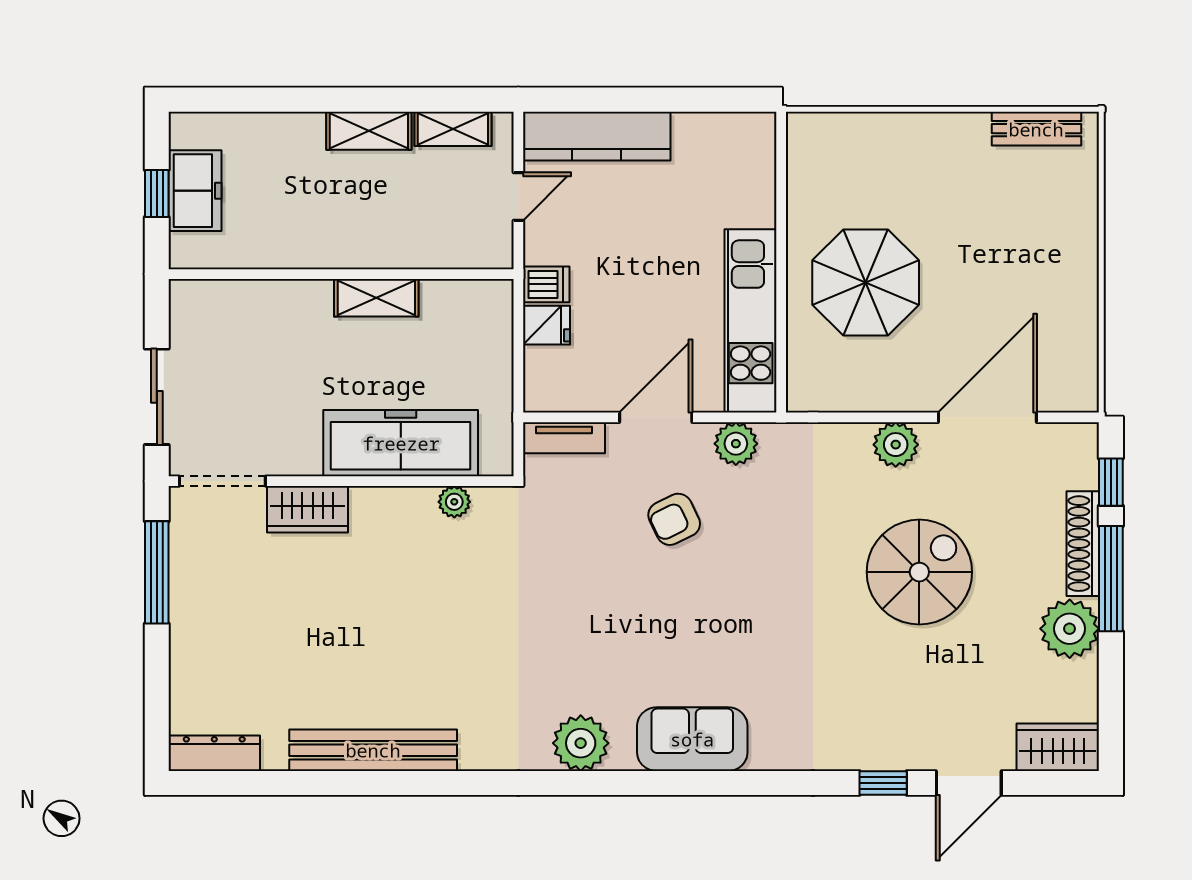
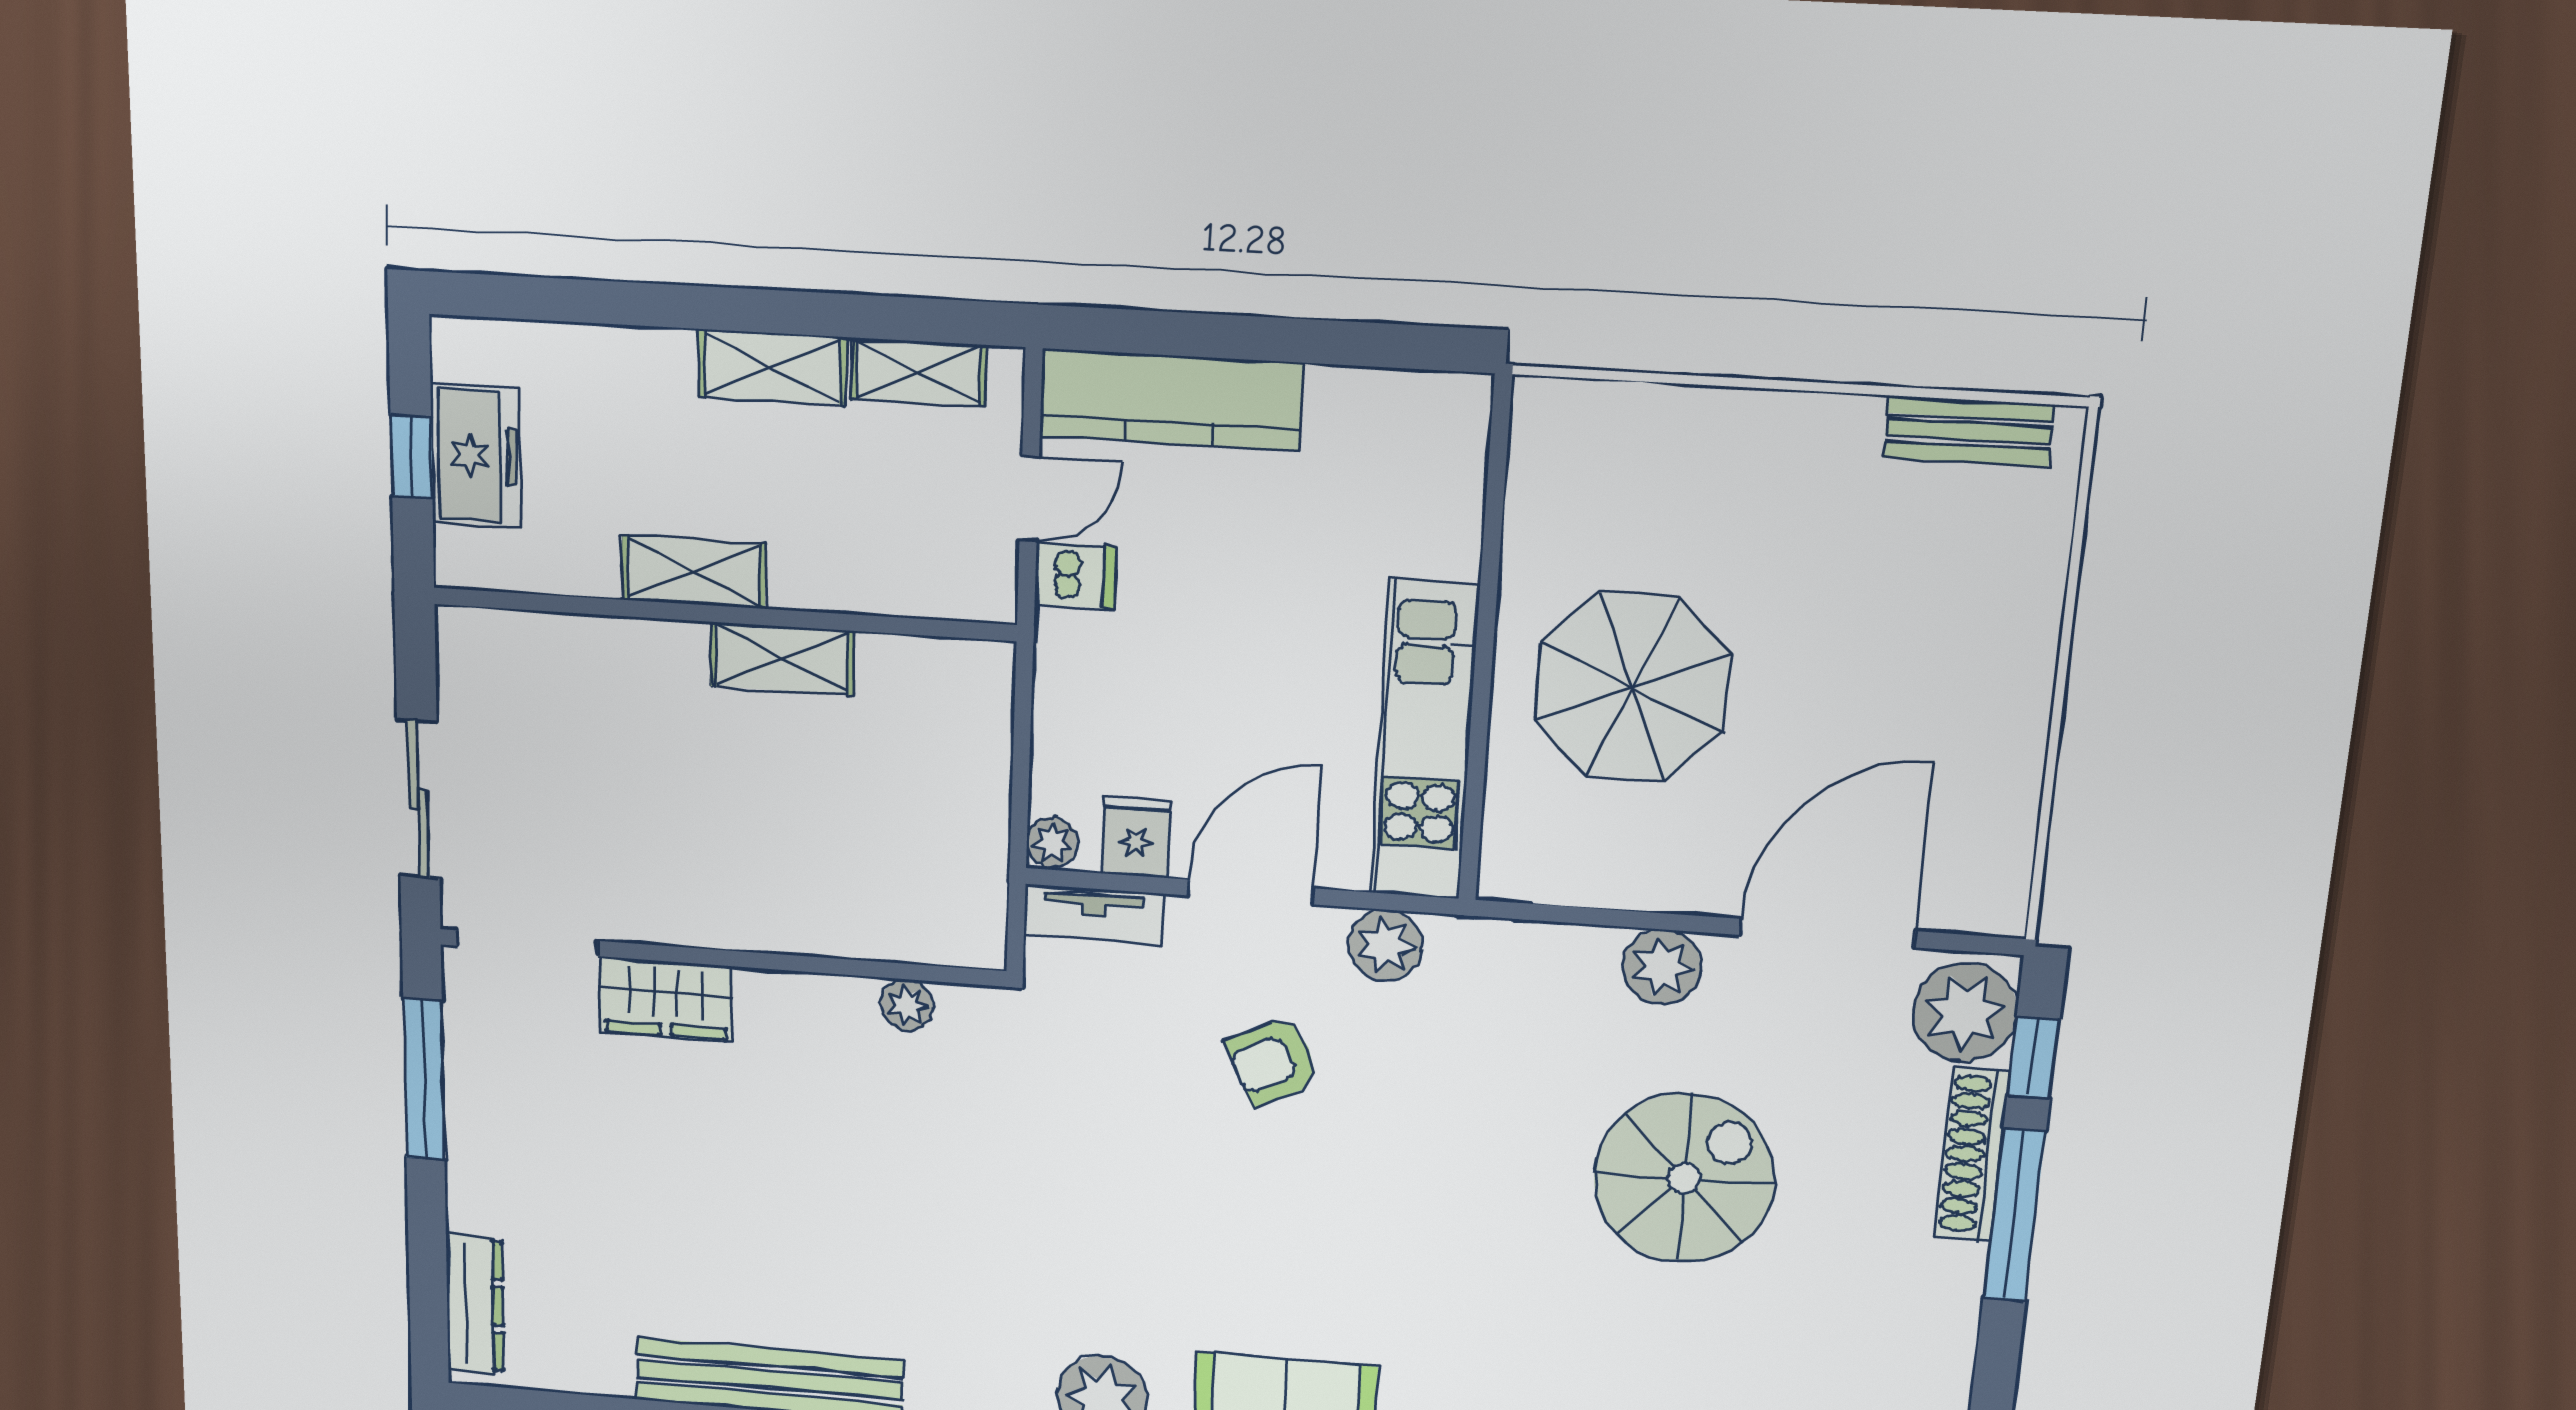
shelving: (324, 250) -> (694, 572), added
dishwasher: (546, 284) -> (1075, 576), moved
fridge: (546, 325) -> (1136, 837), moved, turned -90
plant: (538, 396) -> (1052, 843), added
freezer: (401, 443) -> (820, 903), removed
plant: (1070, 629) -> (1965, 1012), moved
dresser: (214, 753) -> (475, 1304), moved, turned 90

